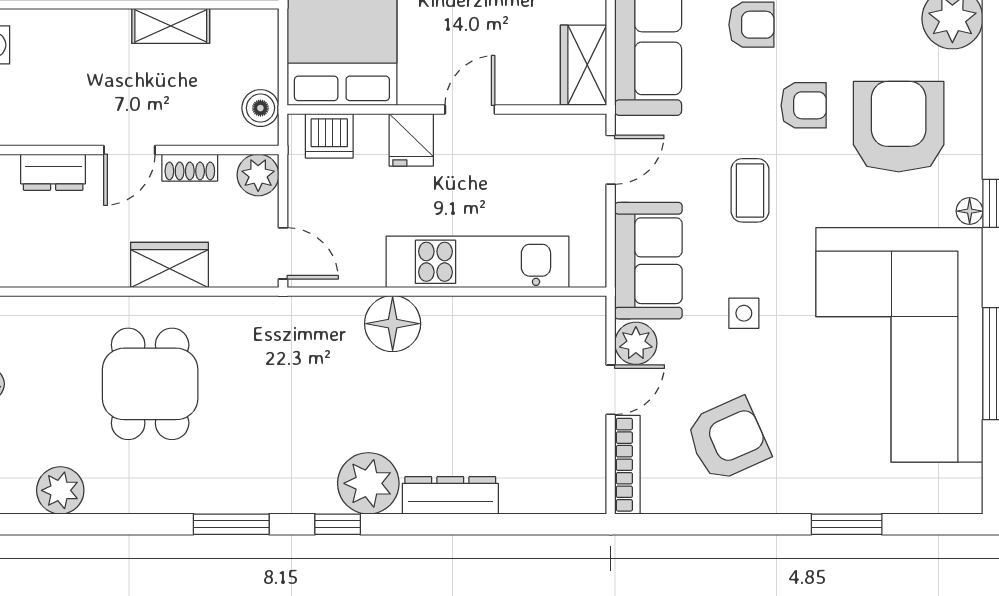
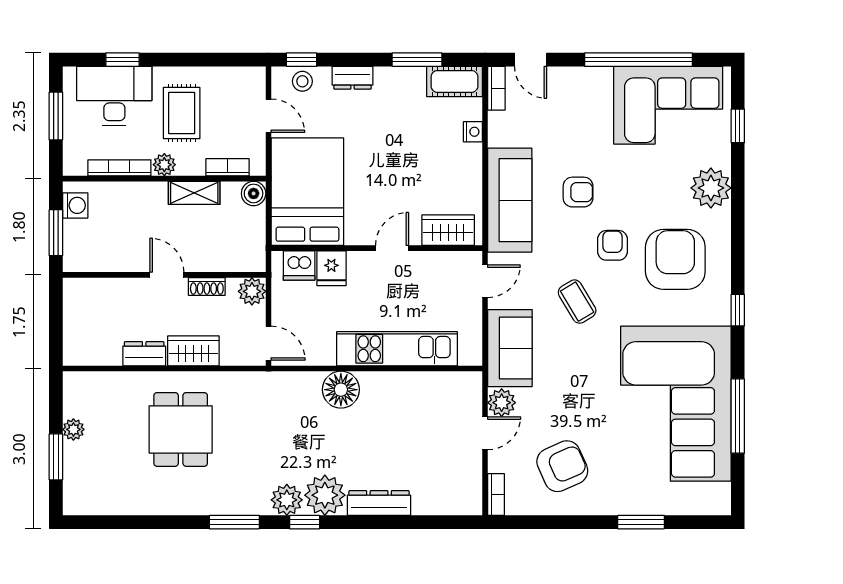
wardrobe: (584, 65) -> (448, 230), moved, turned 90
armchair: (804, 105) -> (613, 245), turned -90
boiler: (260, 108) -> (254, 193), moved
fridge: (411, 140) -> (331, 268), moved
door: (129, 150) -> (167, 275), swing flipped
dresser: (53, 172) -> (144, 354), moved, turned 180
coffee table: (750, 190) -> (577, 302), turned -31
floor lamp: (970, 211) -> (722, 315), removed
side table: (744, 313) -> (573, 383), removed
bookcase: (627, 465) -> (496, 495), width x0.64
plant: (60, 490) -> (287, 500), moved

